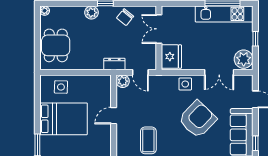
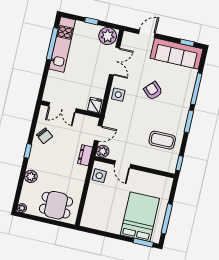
plant: (91, 13) -> (31, 176), moved
fridge: (171, 57) -> (95, 105), width x0.53, depth x0.75
side table: (61, 87) -> (99, 176), moved
door: (114, 116) -> (122, 164), moved
bed: (63, 119) -> (140, 217), moved
armchair: (197, 119) -> (153, 91), width x0.53, depth x0.53

